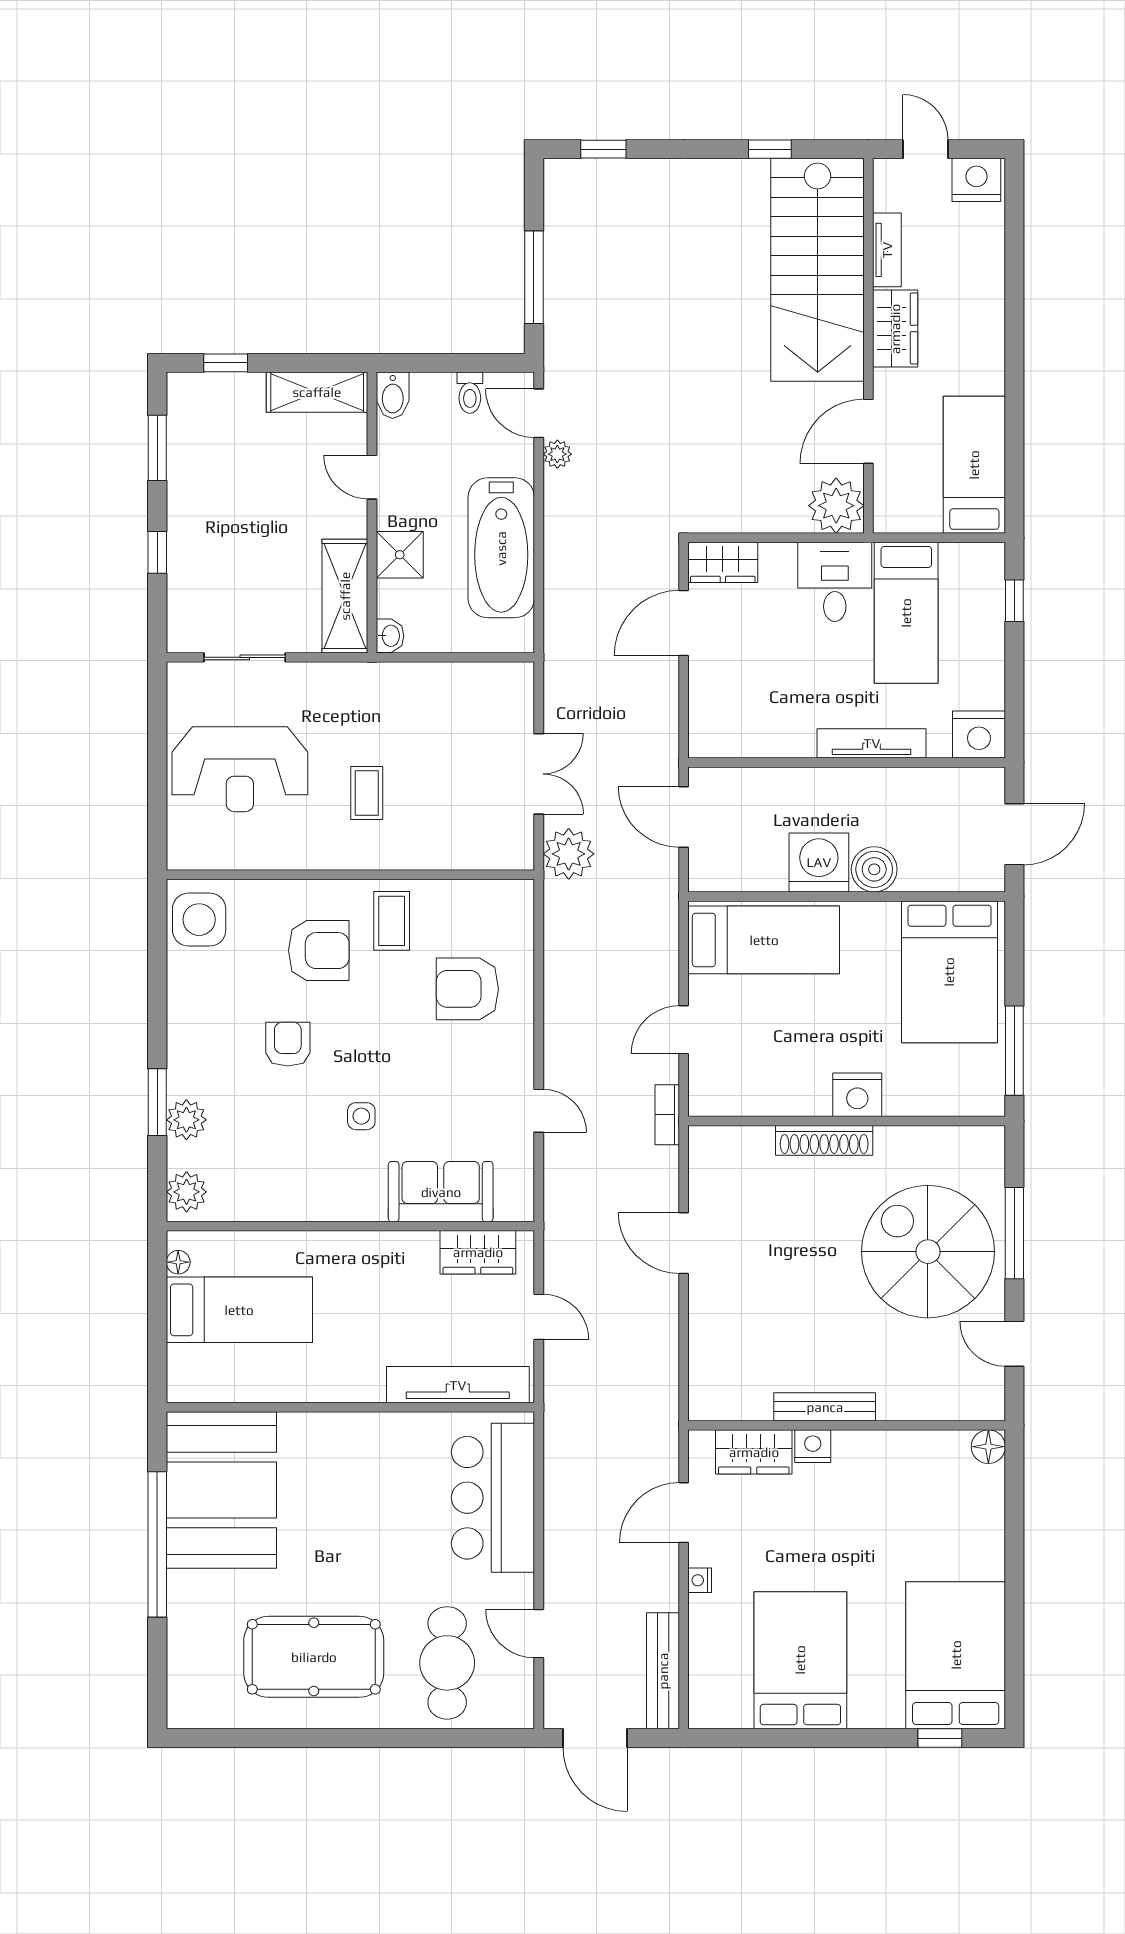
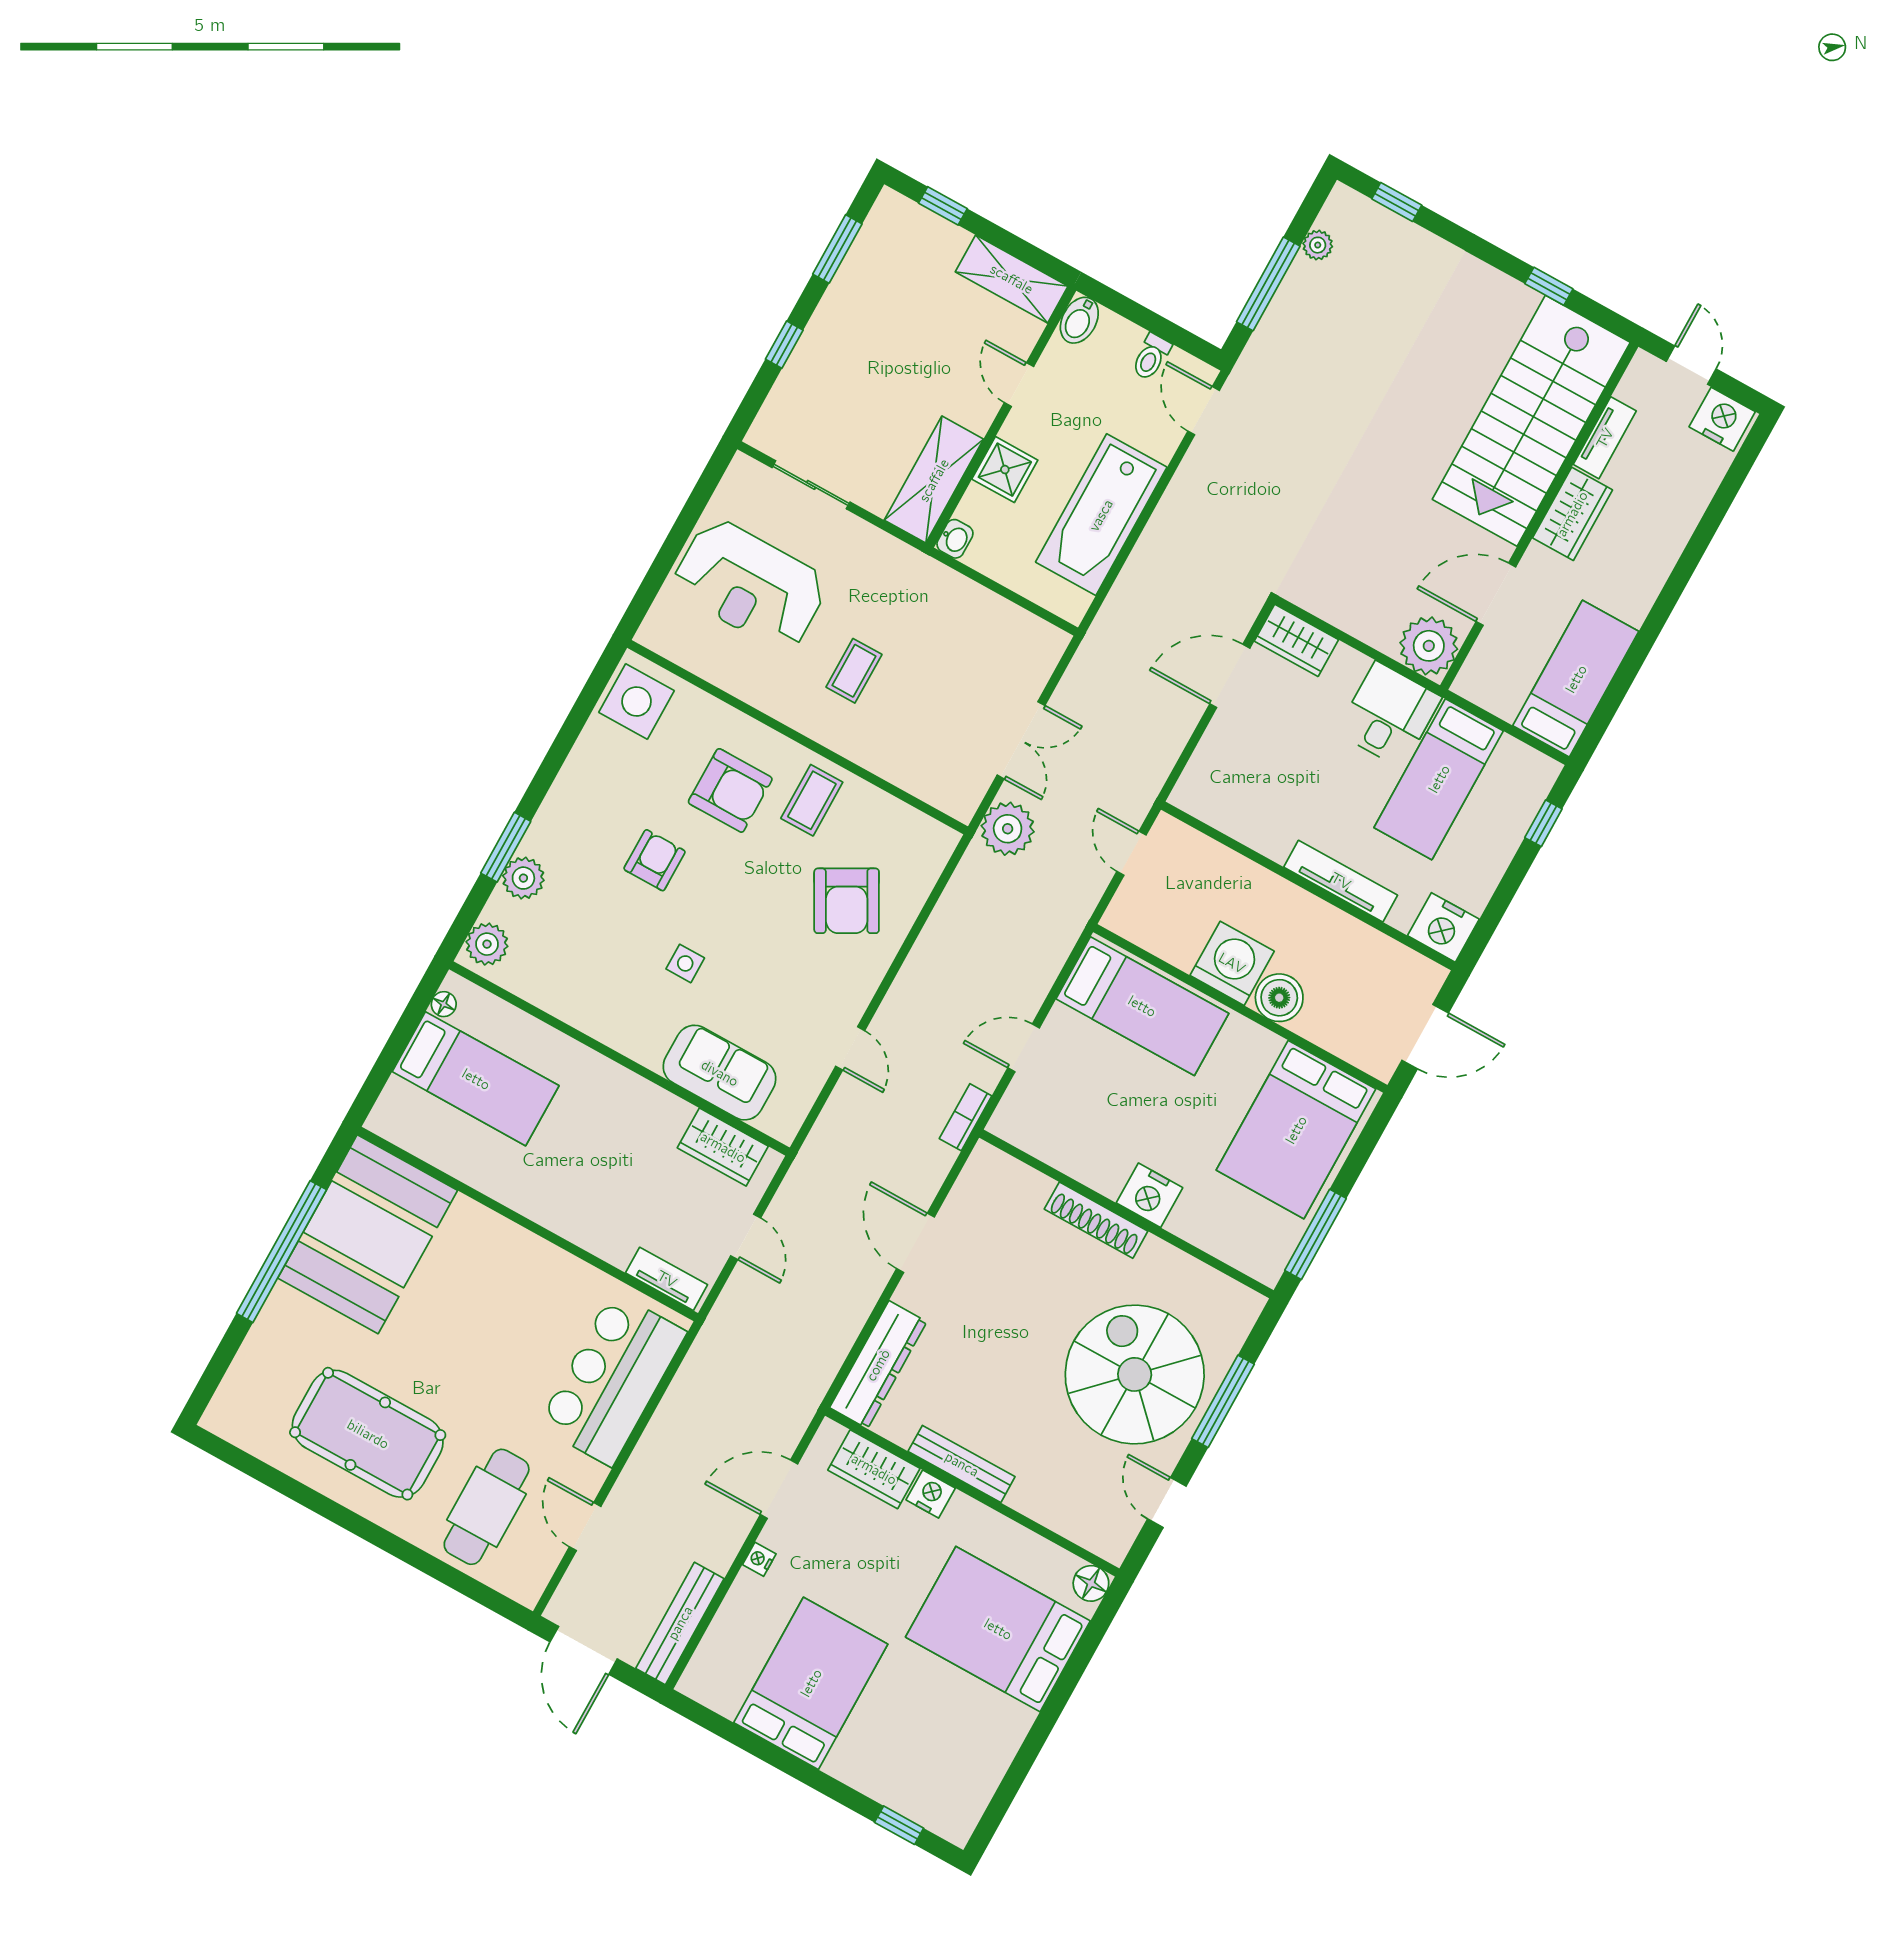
plant: (557, 454) -> (1318, 245), moved
door: (684, 817) -> (1132, 853), width x0.73
armchair: (467, 989) -> (847, 901), turned -119
dresser: (709, 1362) -> (878, 1365), added
tv unit: (458, 1385) -> (667, 1279), width x0.52, depth x0.78
bed: (956, 1655) -> (998, 1629), moved, turned -90

